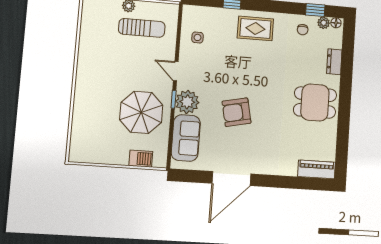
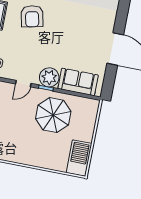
armchair: (237, 112) -> (32, 16), moved
barbecue: (141, 159) -> (79, 158), moved, width x1.88, depth x1.53

